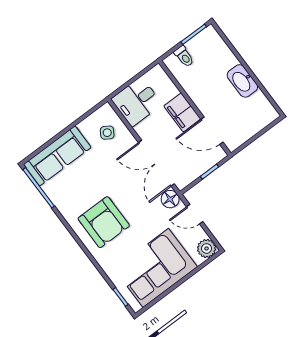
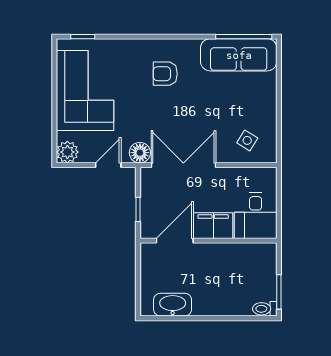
toilet: (184, 56) -> (265, 309), moved
washbasin: (242, 81) -> (173, 305), moved
desk: (137, 102) -> (256, 216), moved, turned 180
sofa: (57, 156) -> (239, 55), moved, turned -90
armchair: (104, 222) -> (165, 74), width x0.53, depth x0.53

